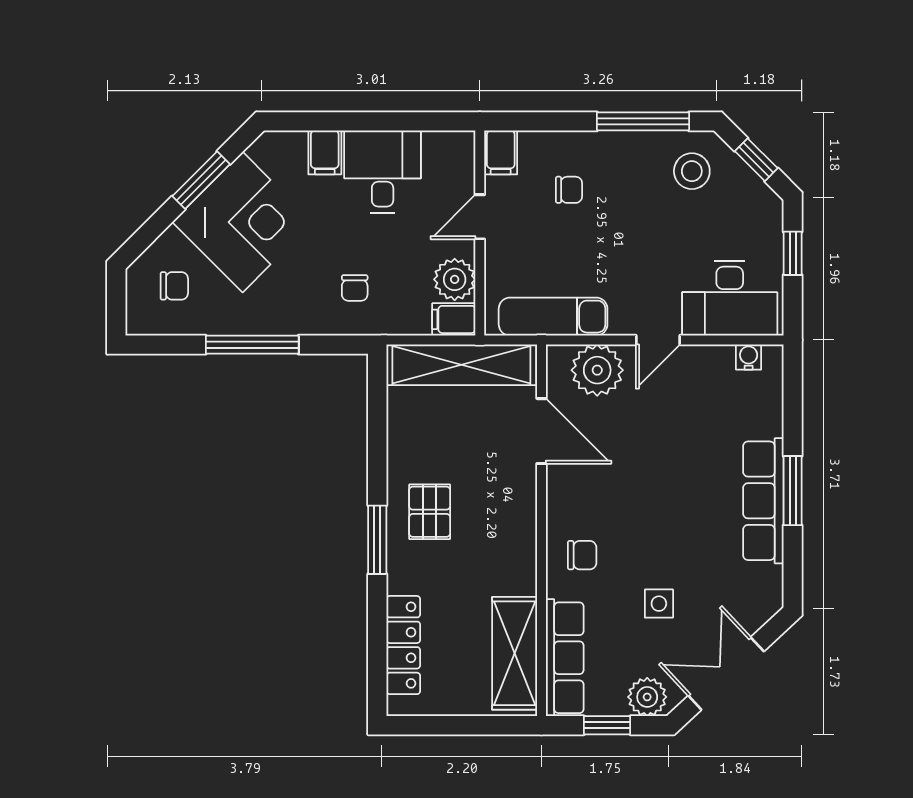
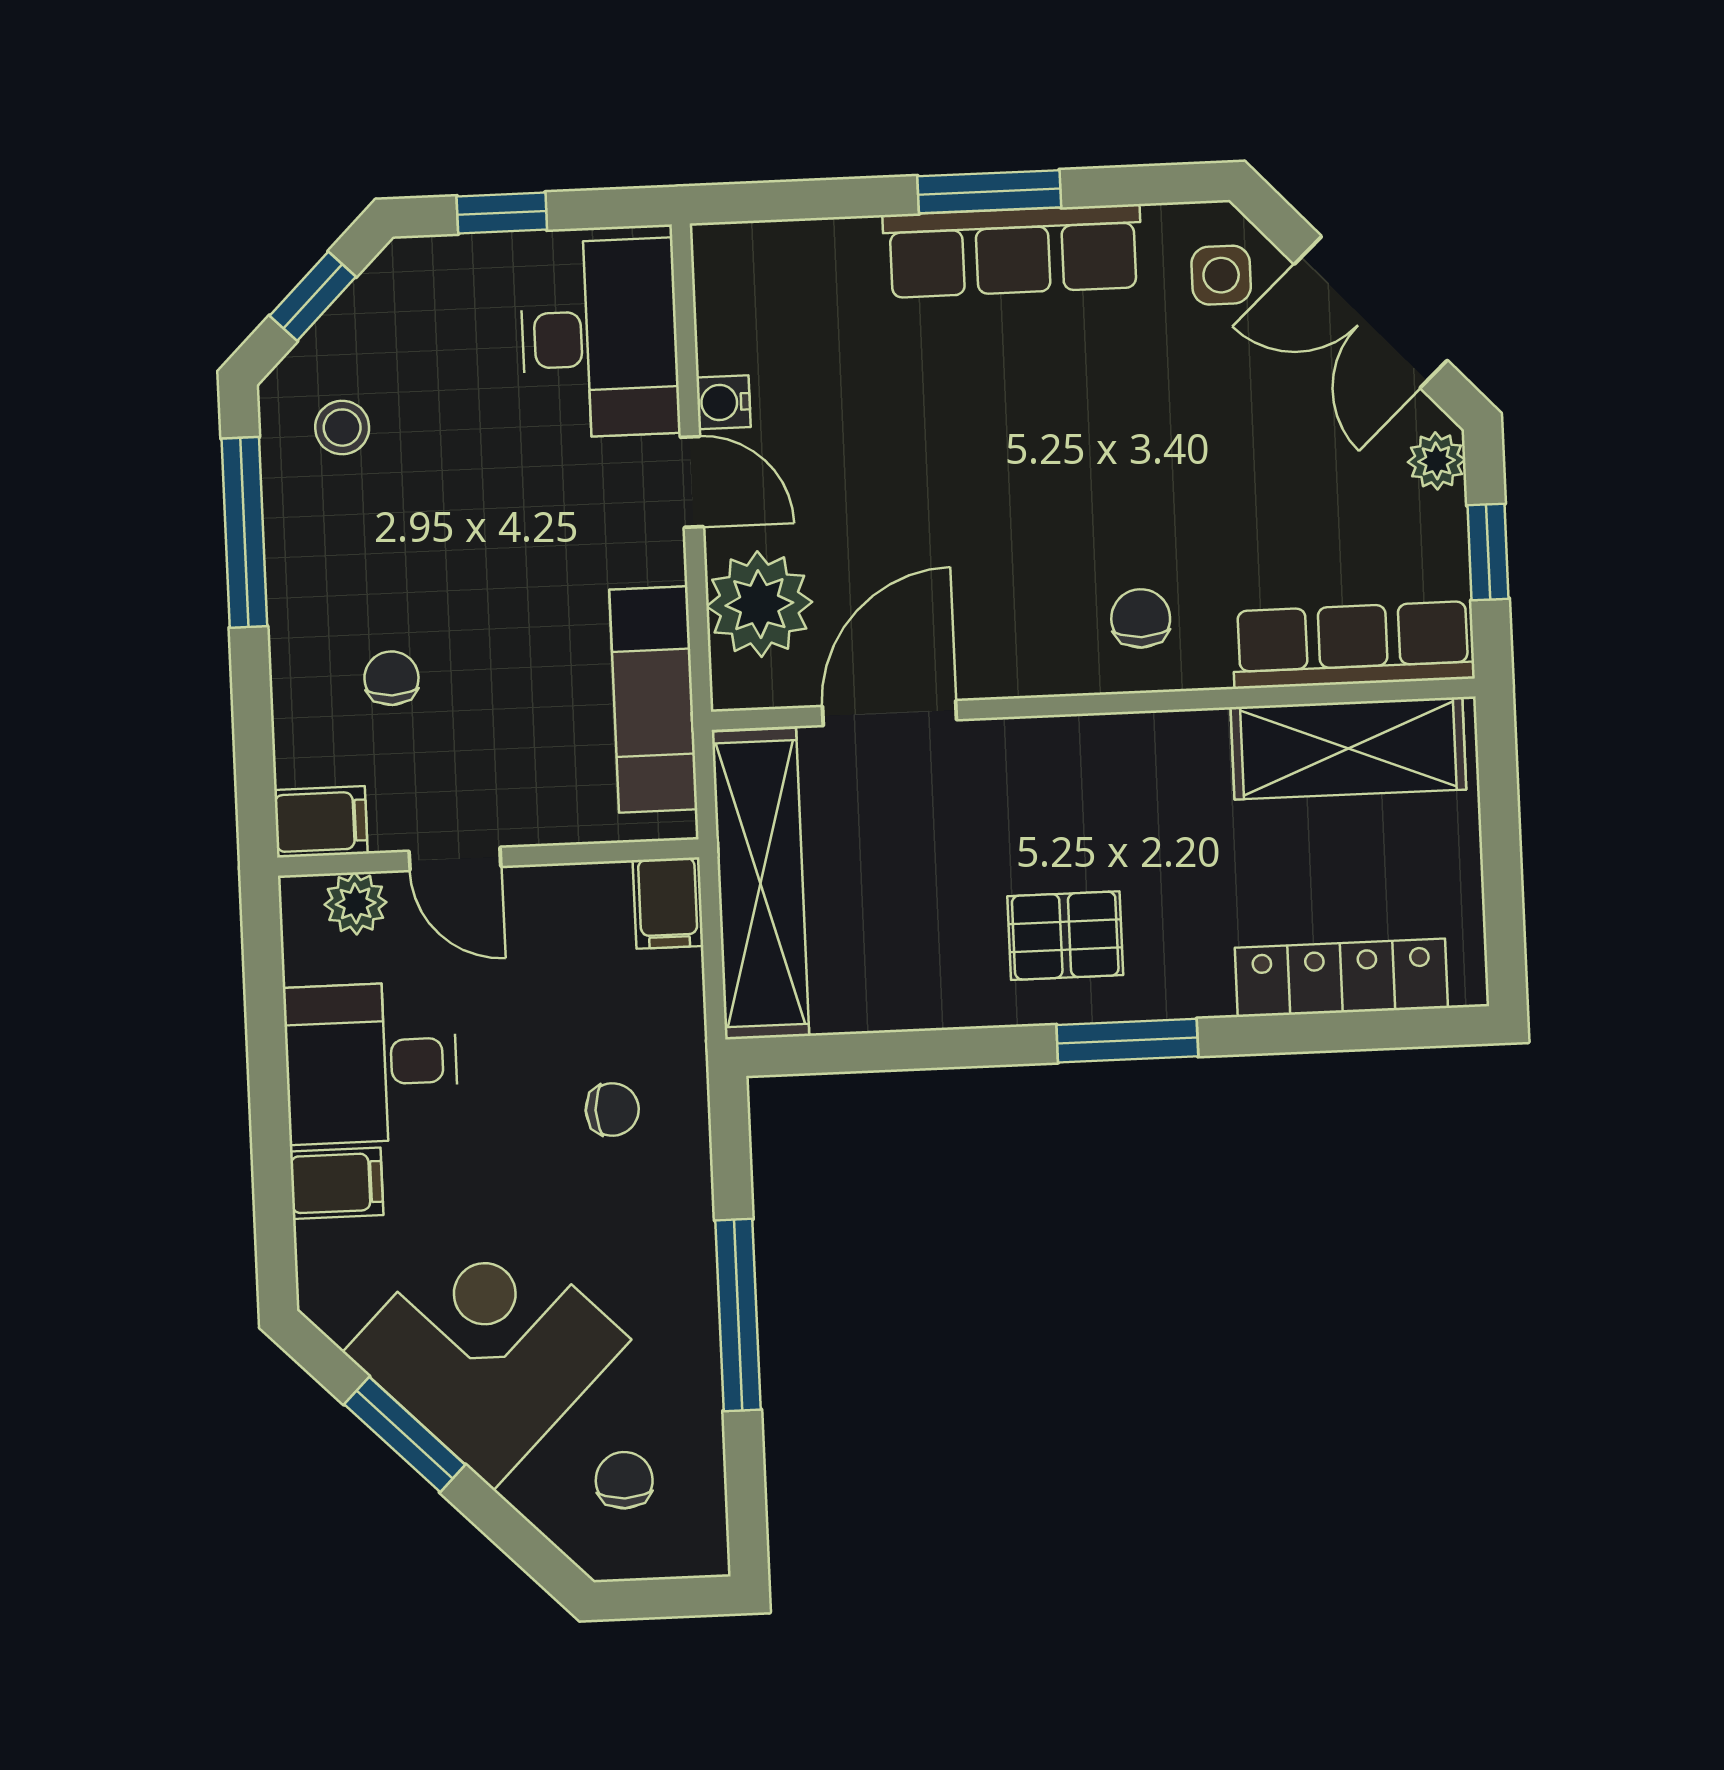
stool: (692, 171) -> (342, 428), width x0.73, depth x0.73
plant: (455, 279) -> (356, 903), moved, width x0.73, depth x0.73
water cooler: (749, 357) -> (723, 402), moved
side table: (659, 604) -> (1221, 275), moved
plant: (647, 697) -> (1436, 461), width x0.73, depth x0.73

